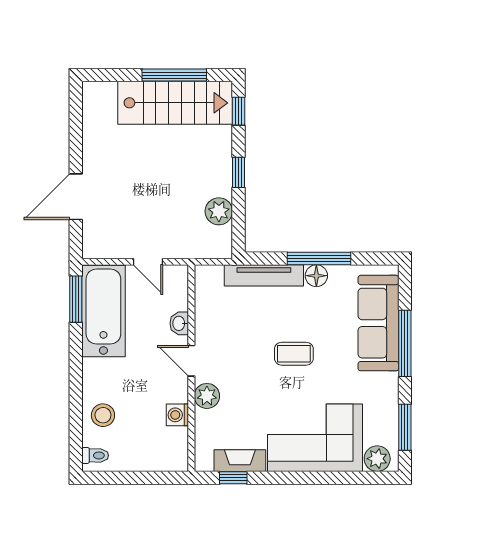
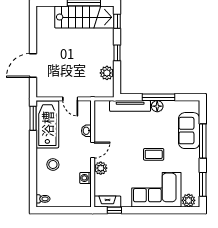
sofa: (378, 323) -> (189, 131), width x0.73
coffee table: (294, 354) -> (154, 154), moved
door: (191, 361) -> (93, 150), swing flipped
stool: (103, 415) -> (53, 165), moved
fireplace: (240, 461) -> (107, 201), moved

